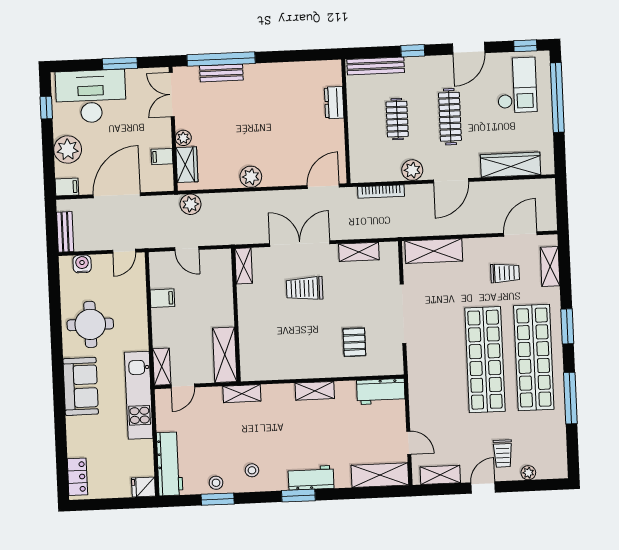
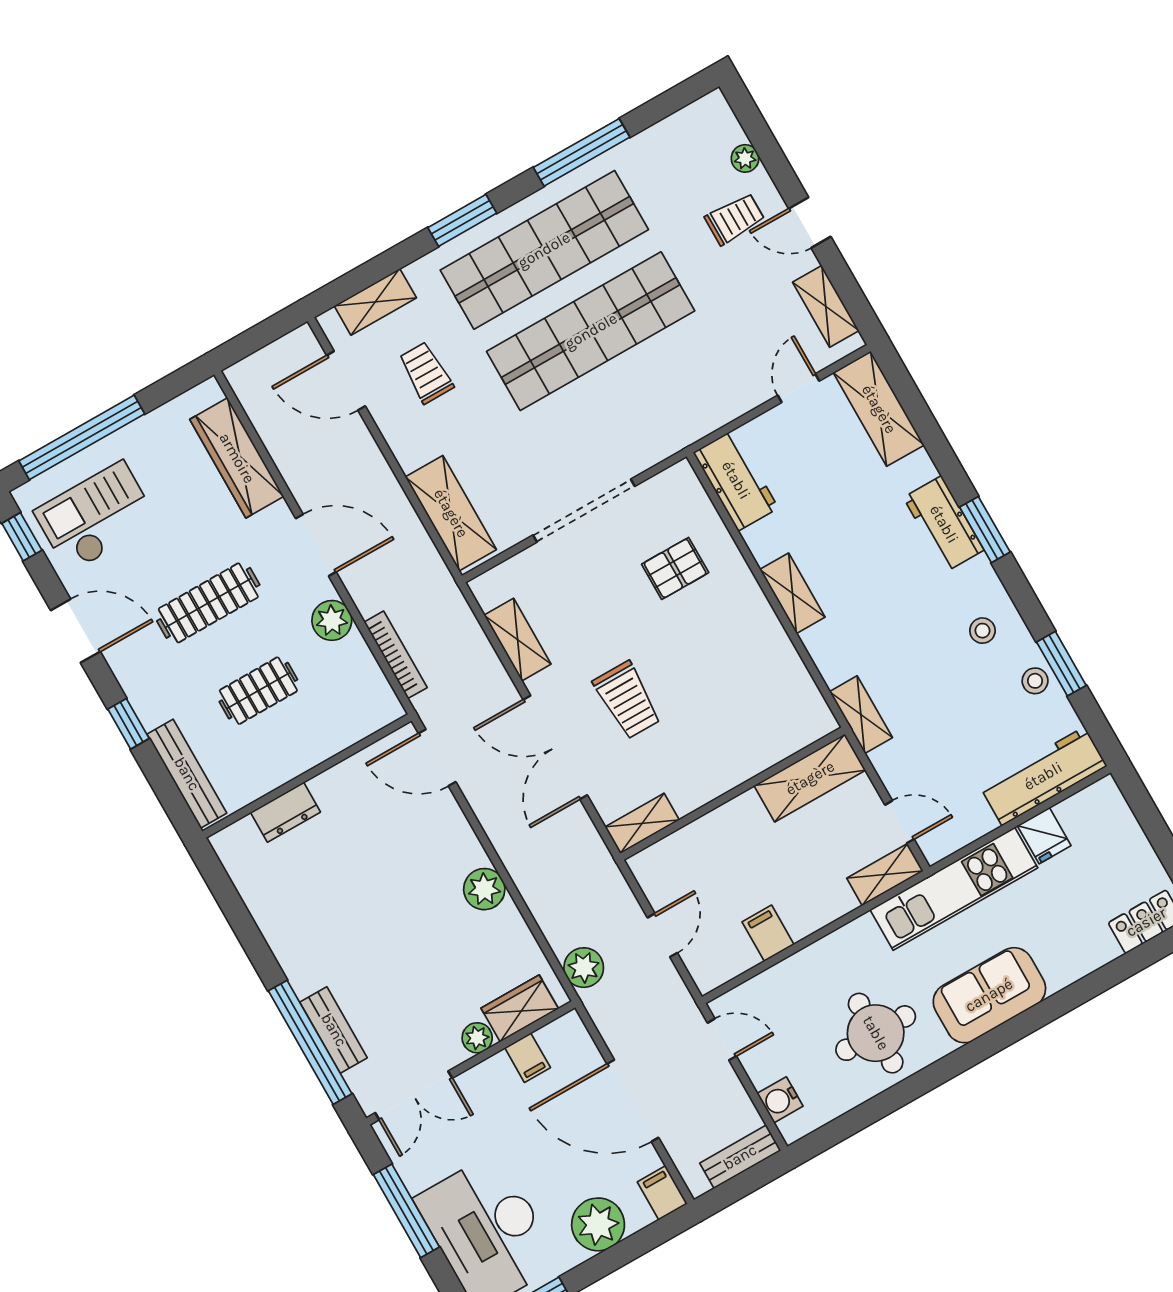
window: (120, 64) -> (406, 1211), width x1.44
fridge: (143, 487) -> (1044, 836), moved

